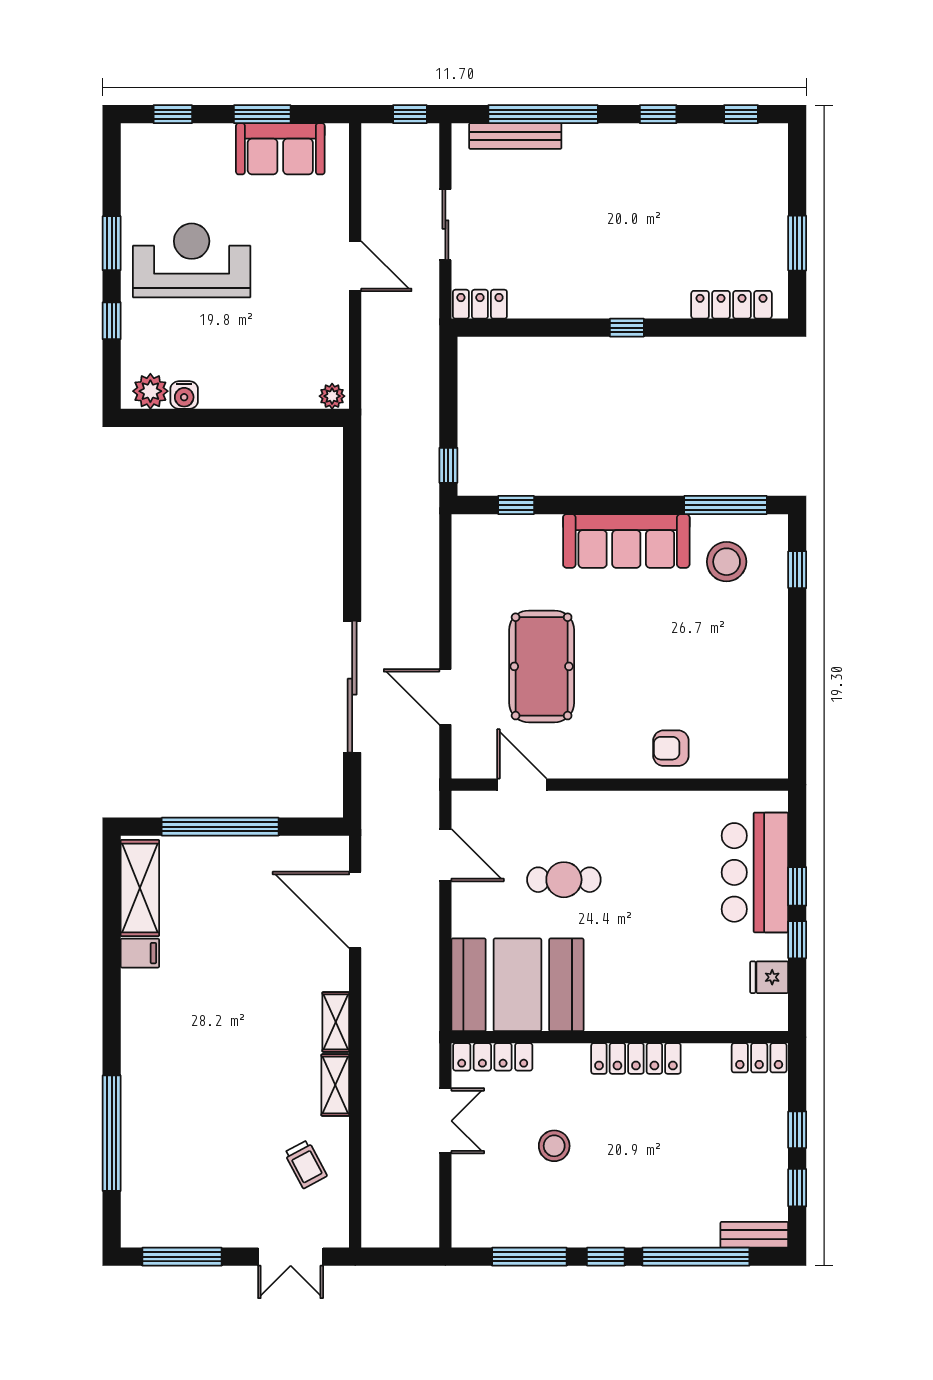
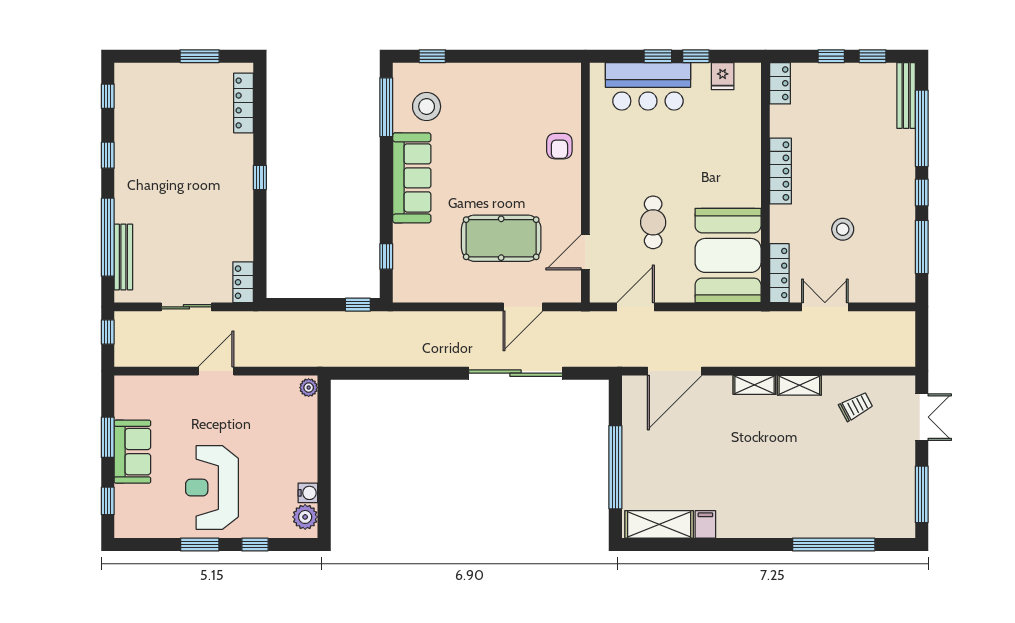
sofa: (280, 149) -> (132, 452), moved
bench: (754, 1235) -> (906, 95), width x1.36

